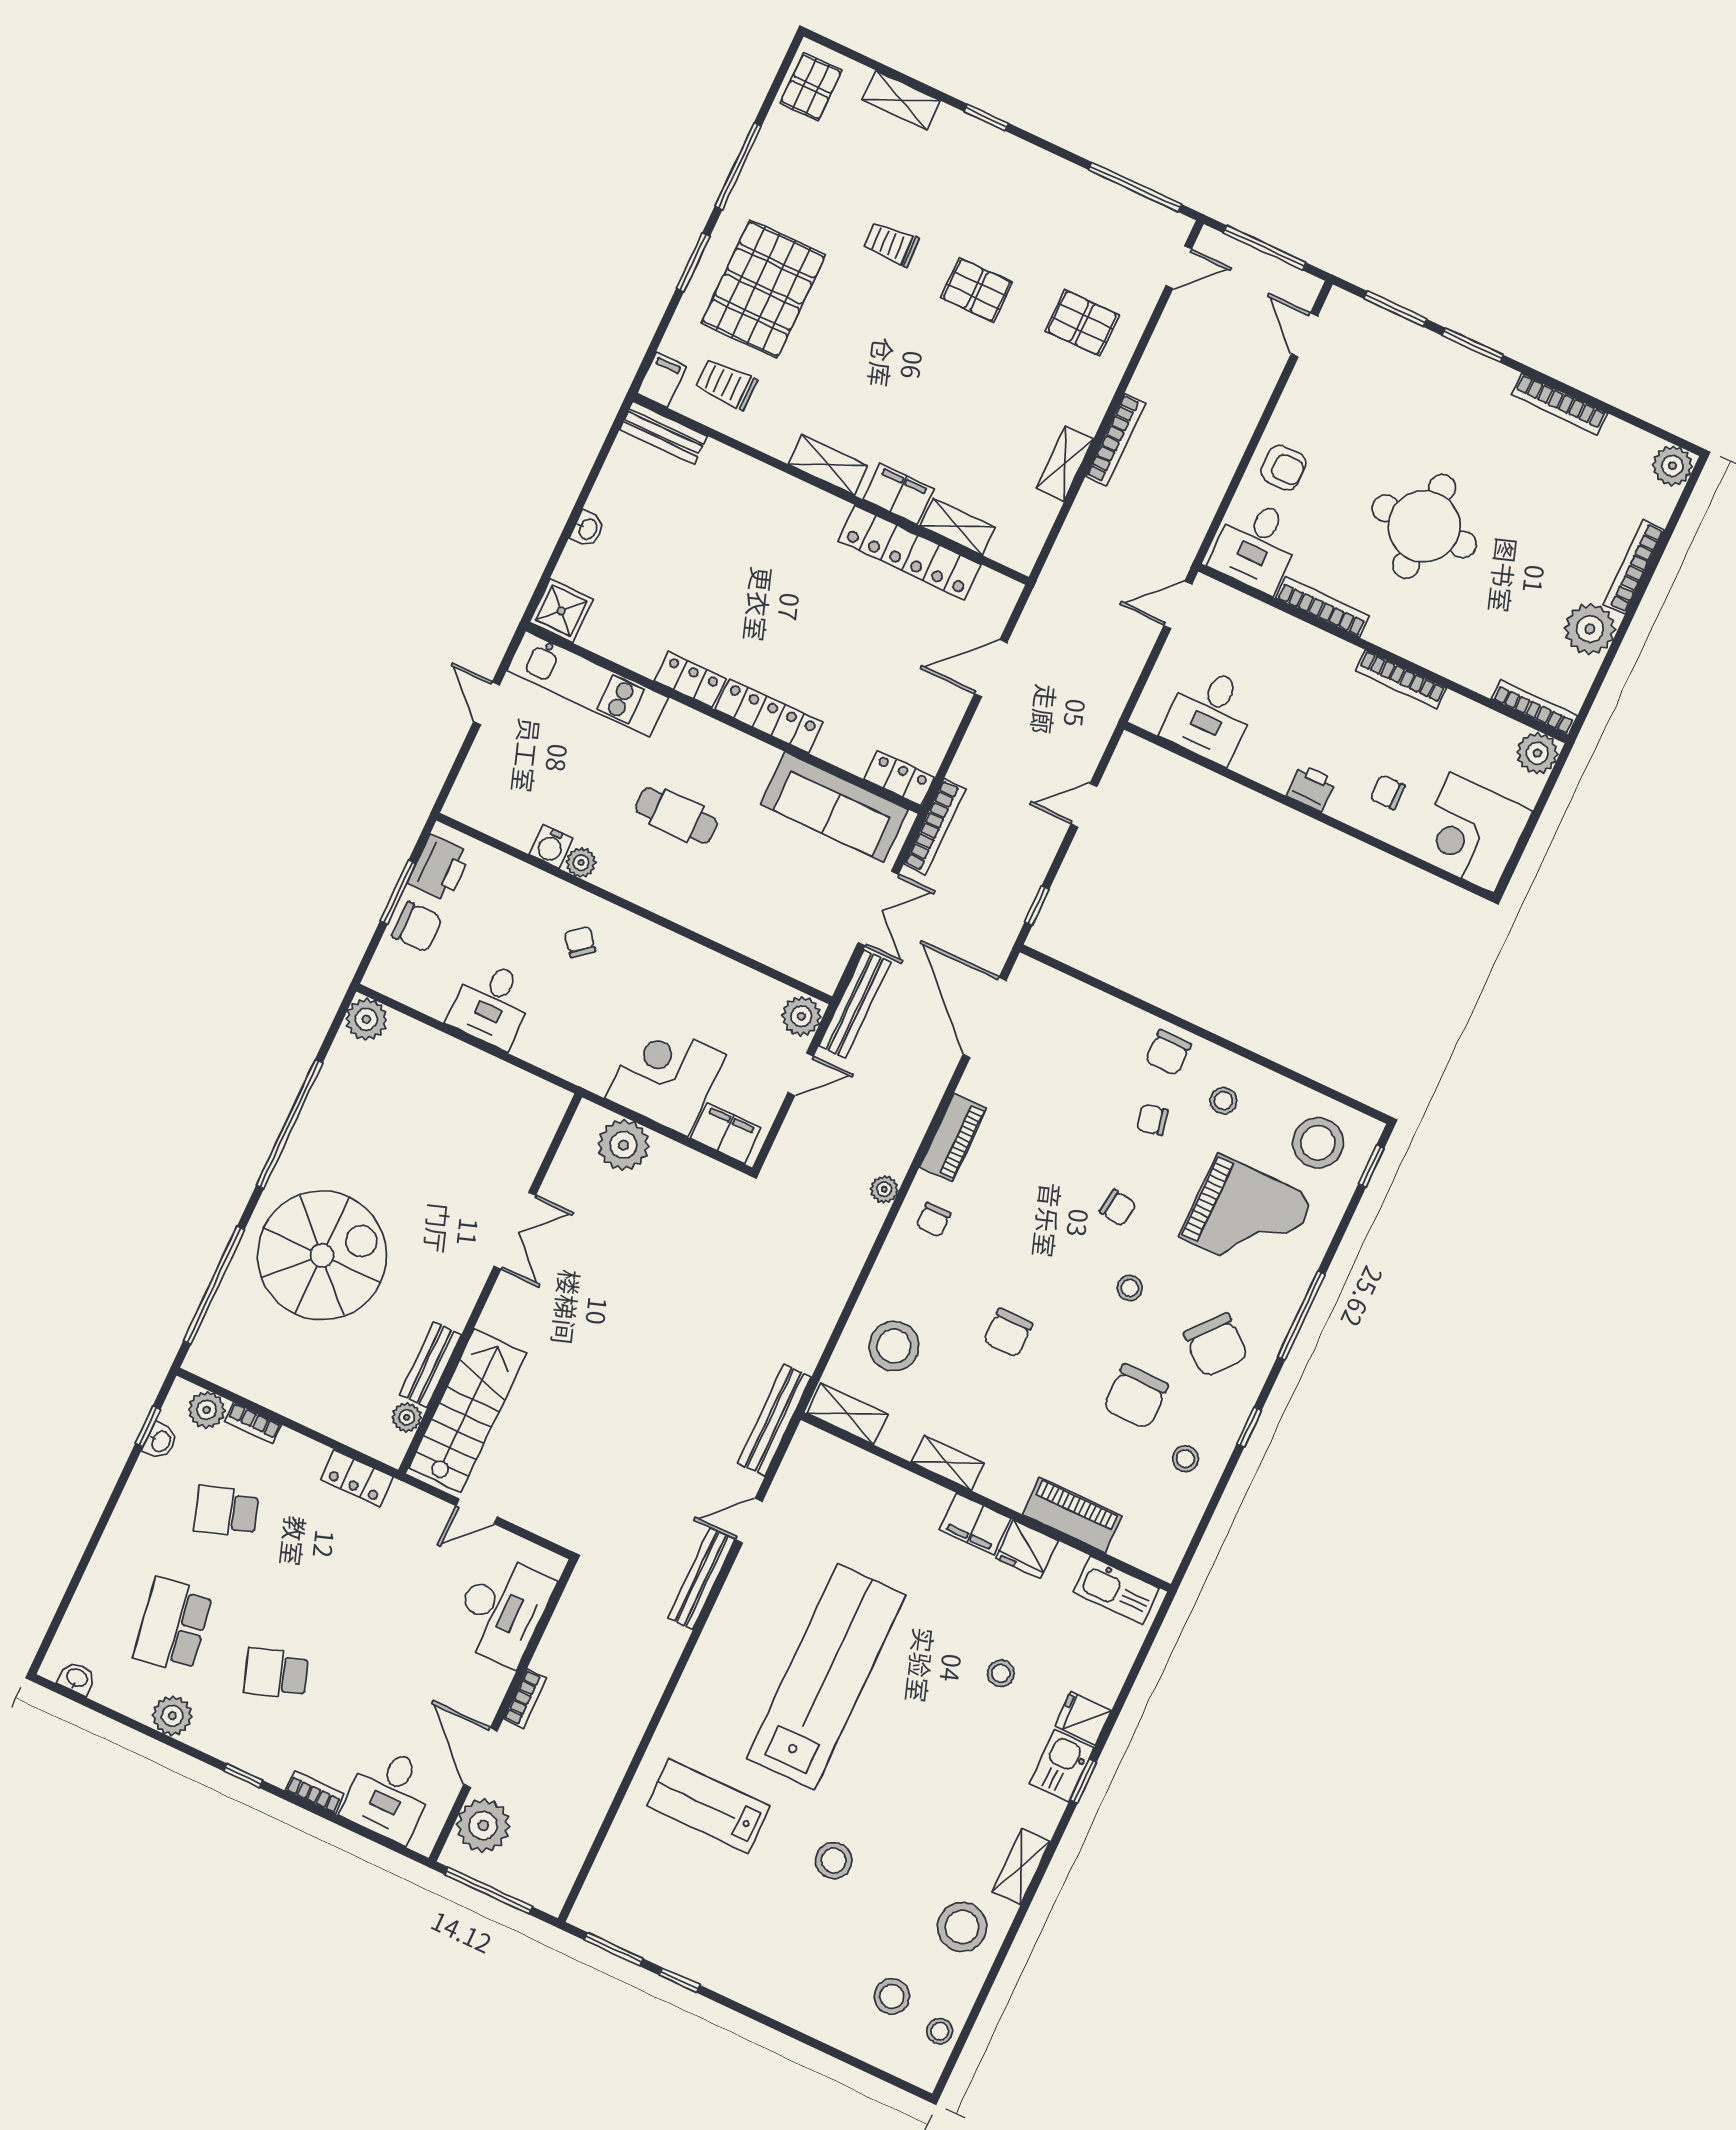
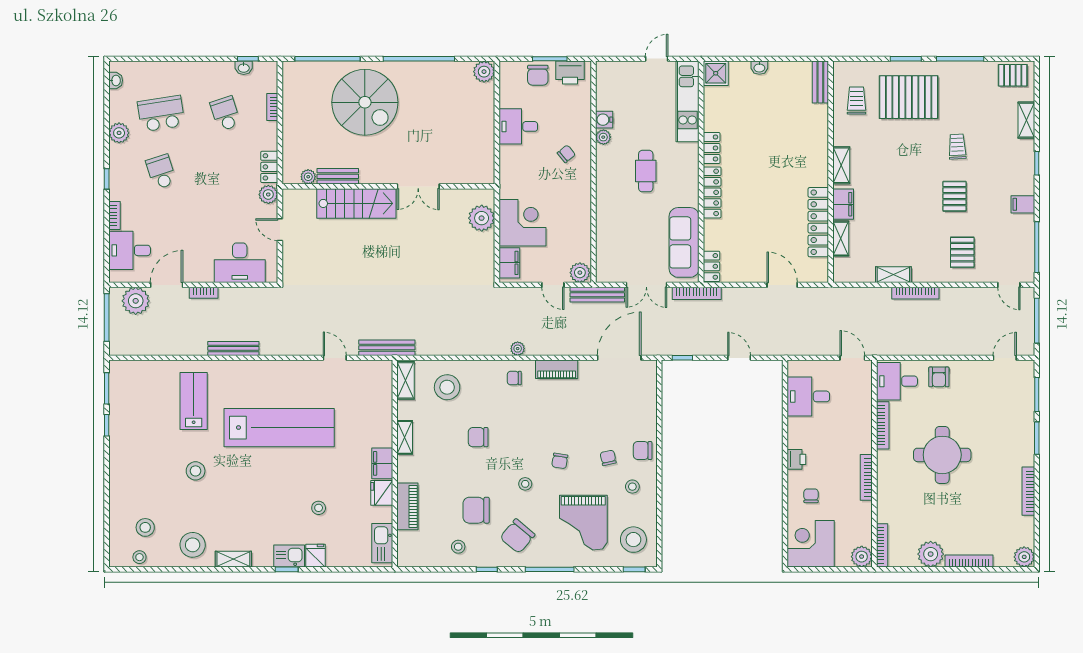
filing cabinet: (662, 380) -> (1023, 204), moved, turned 180
plant: (207, 1410) -> (268, 194), moved
stairs: (467, 1411) -> (356, 203), moved
bench: (702, 1579) -> (233, 348), moved

